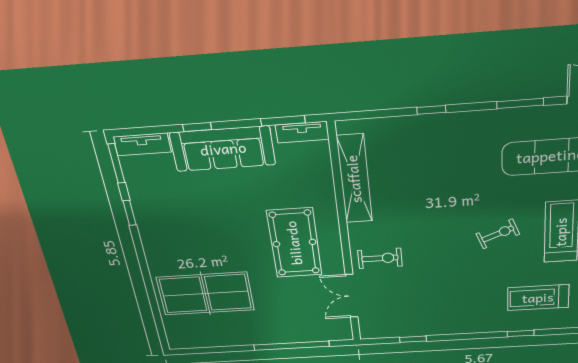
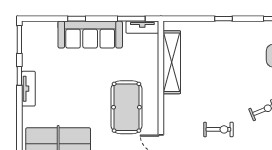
tv unit: (142, 144) -> (28, 89), moved, turned -90
exercise bike: (380, 258) -> (218, 129), moved

